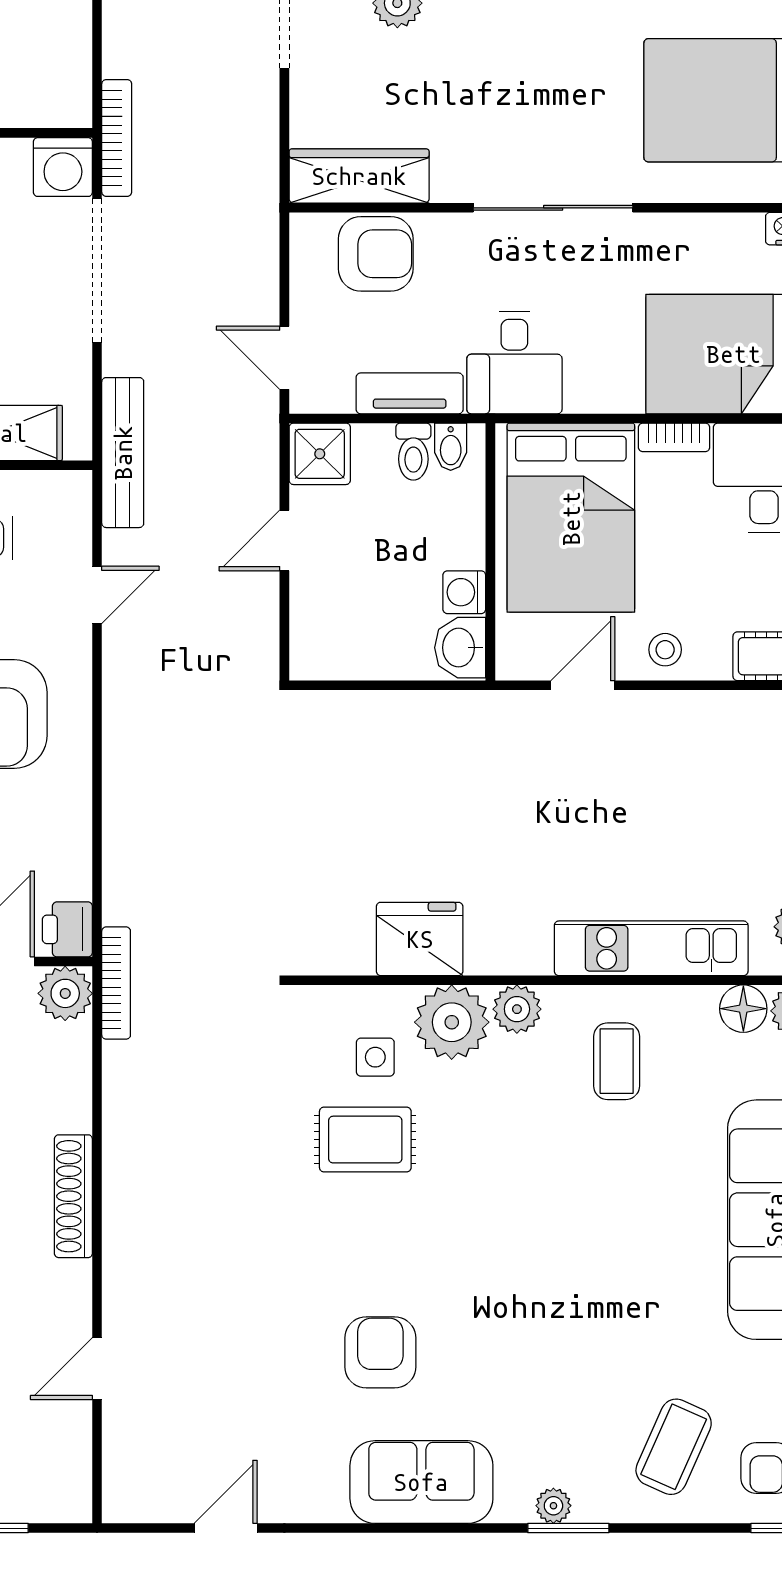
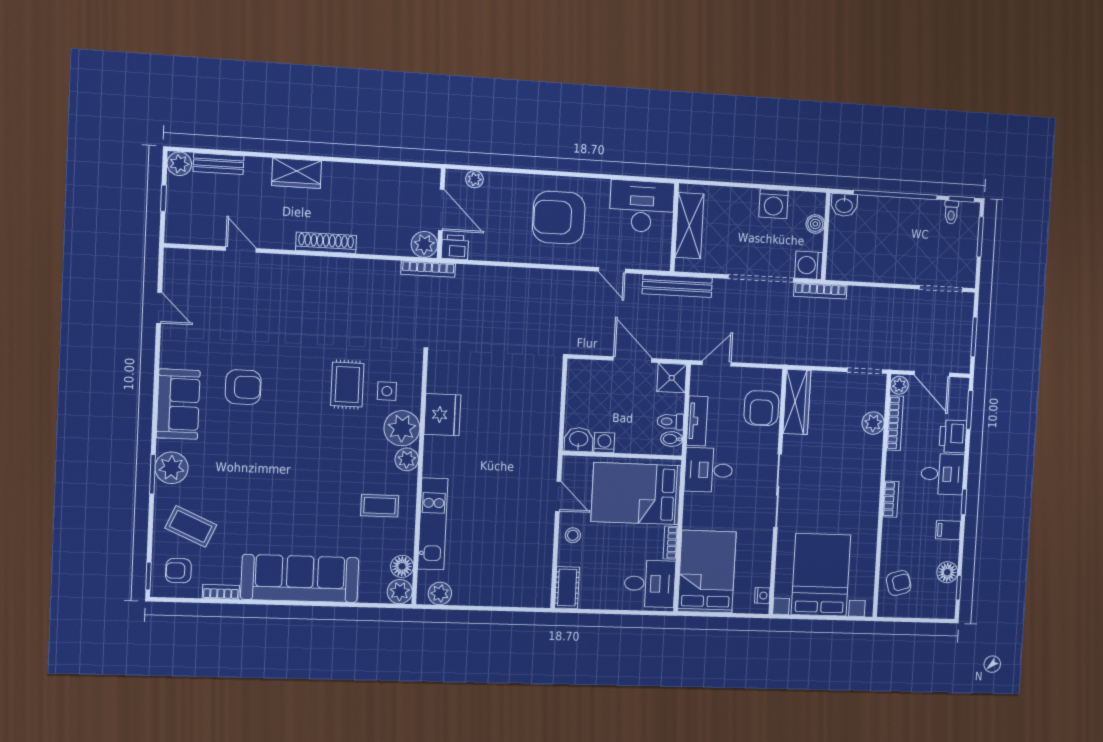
door: (284, 540) -> (633, 359), width x1.38
plant: (553, 1506) -> (172, 468), width x1.88, depth x1.88

